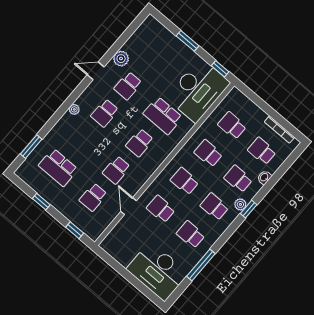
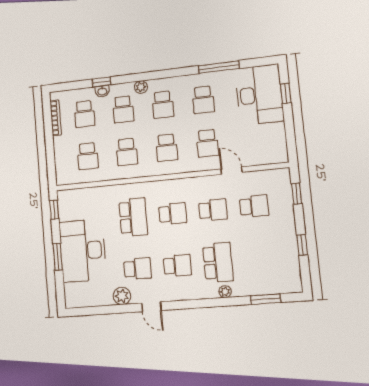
desk: (198, 90) -> (83, 251), moved, turned -90
plant: (74, 109) -> (225, 292), moved
school desk: (58, 167) -> (218, 262), moved
door: (129, 206) -> (232, 171), swing flipped
window: (249, 209) -> (102, 82), moved
window: (142, 287) -> (286, 93), added

